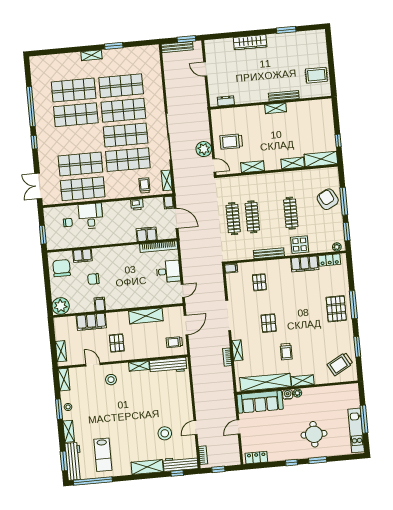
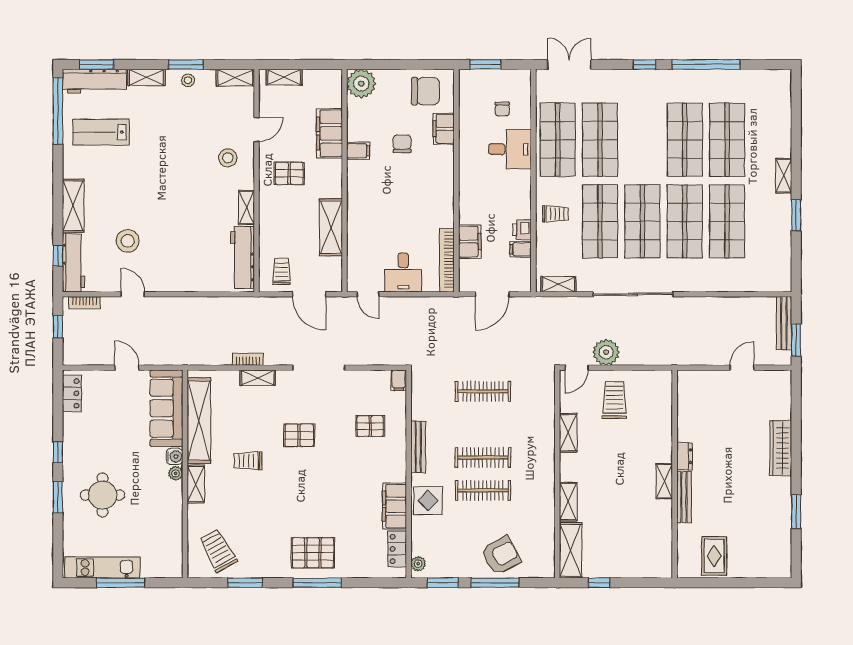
dresser: (226, 101) -> (685, 456), moved
trolley: (144, 185) -> (556, 214), moved
filing cabinet: (169, 202) -> (521, 249), moved
clothes rail: (252, 217) -> (483, 457), moved

